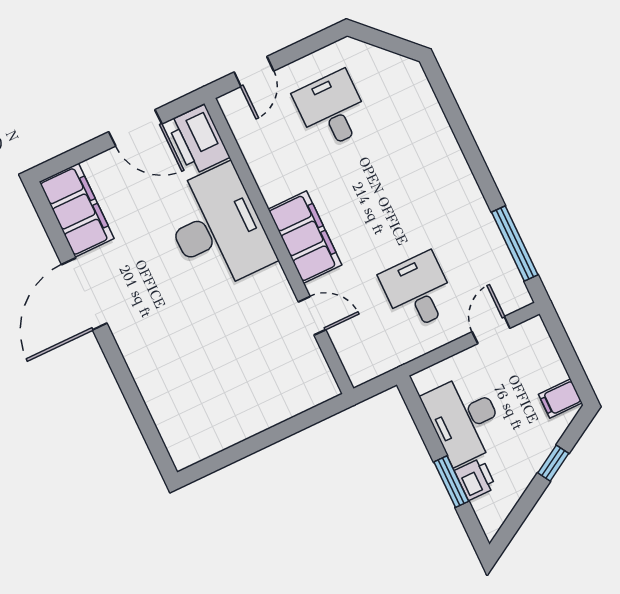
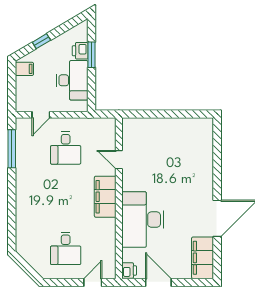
printer: (198, 140) -> (129, 270), width x0.53, depth x0.68

